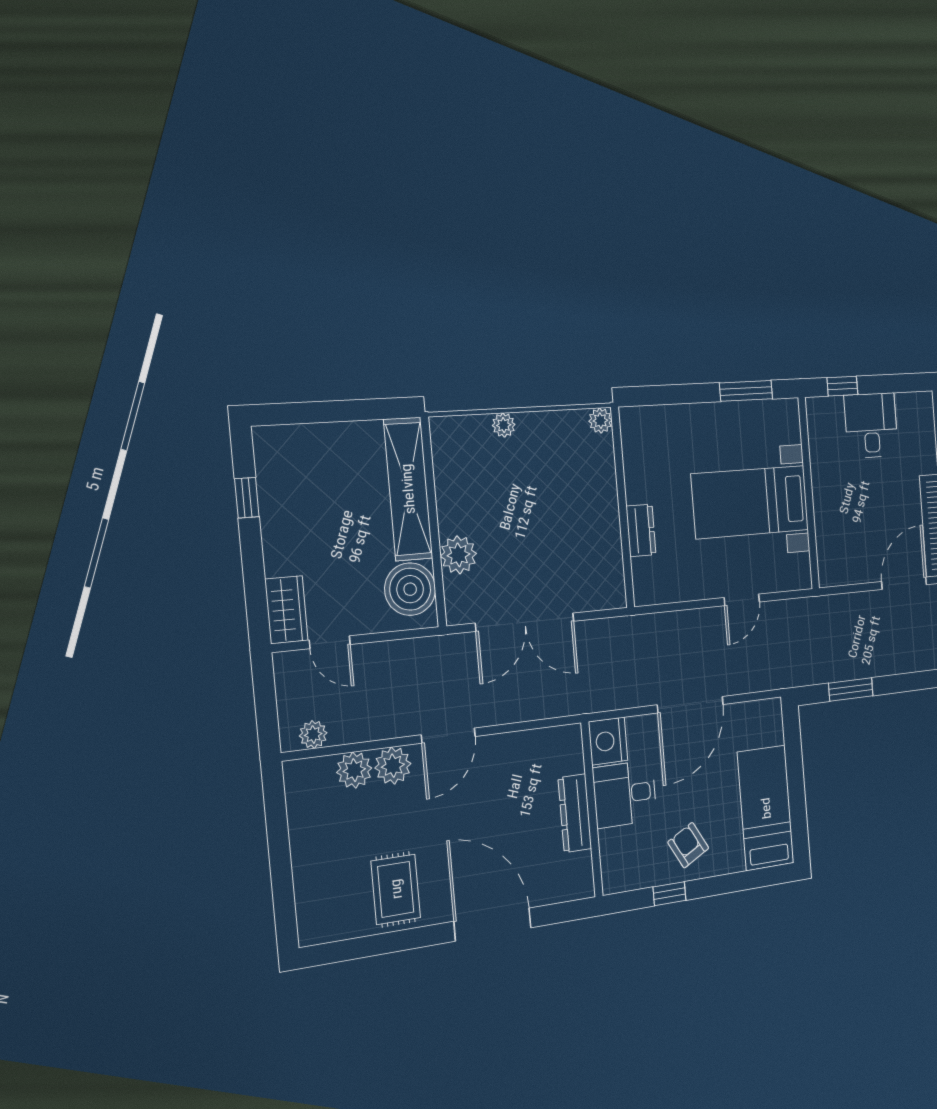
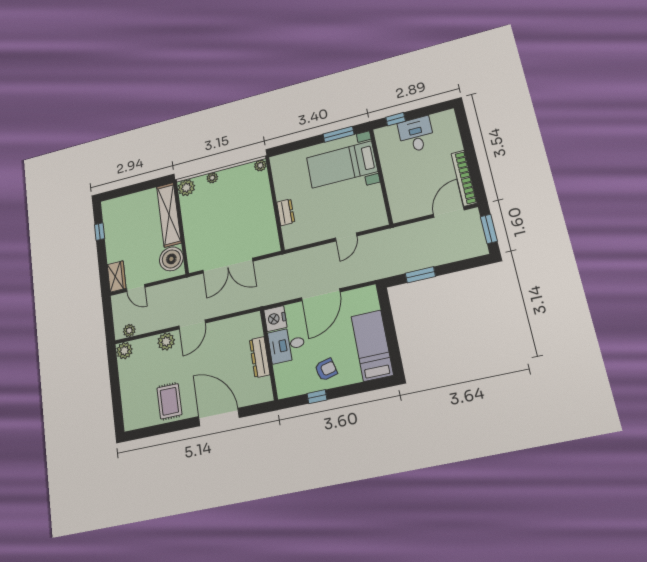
bed with nightstands: (750, 502) -> (342, 165), moved
plant: (458, 555) -> (186, 188), moved
plant: (354, 770) -> (124, 351), moved
armchair: (688, 845) -> (326, 369), turned 105

